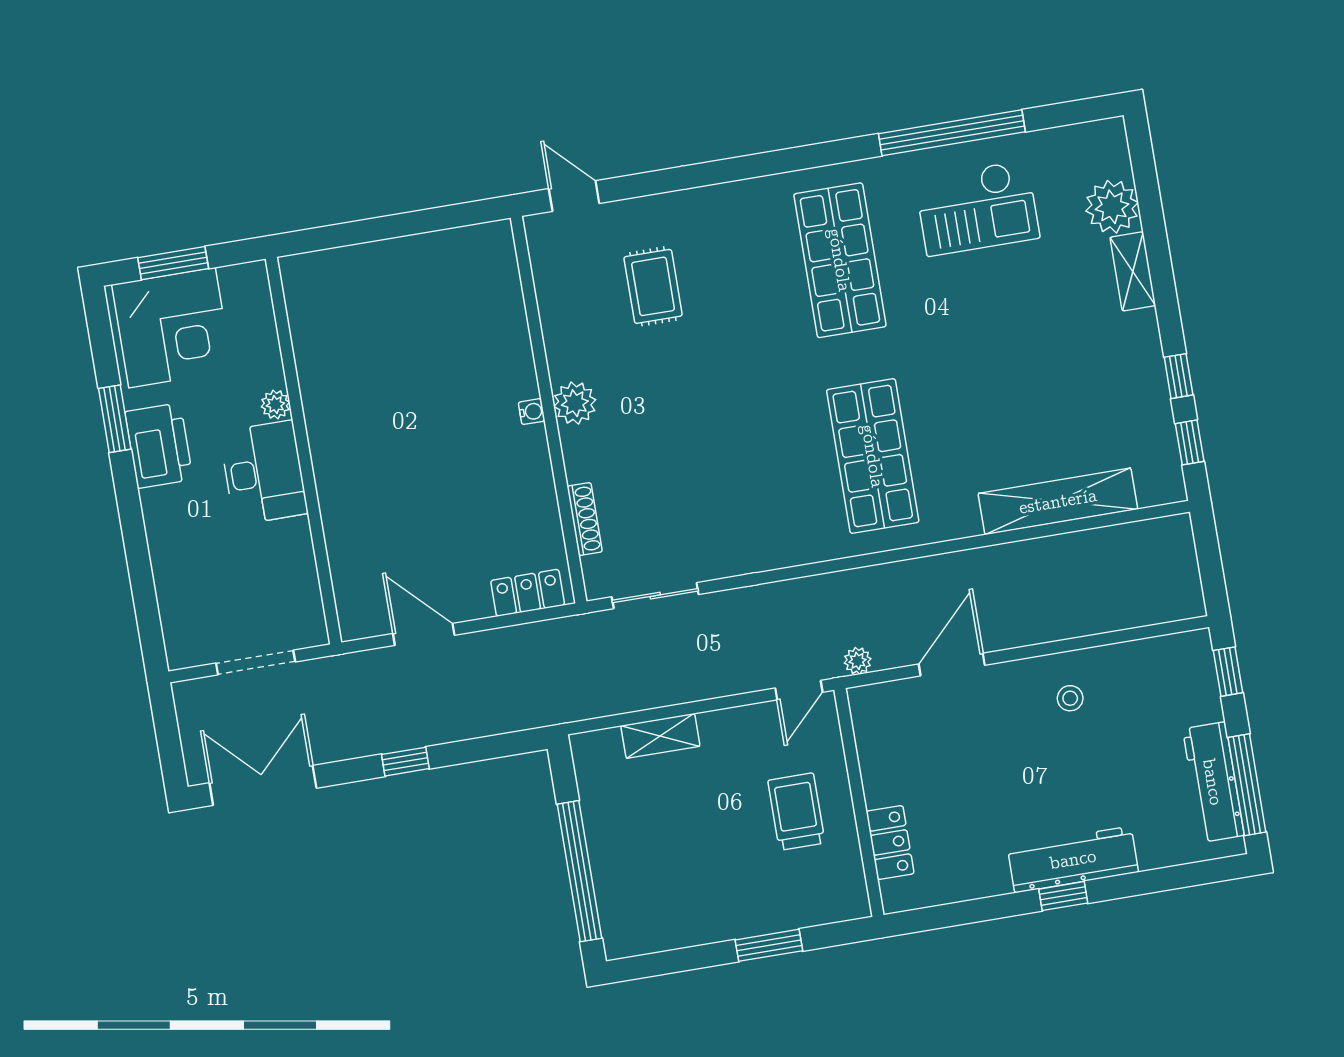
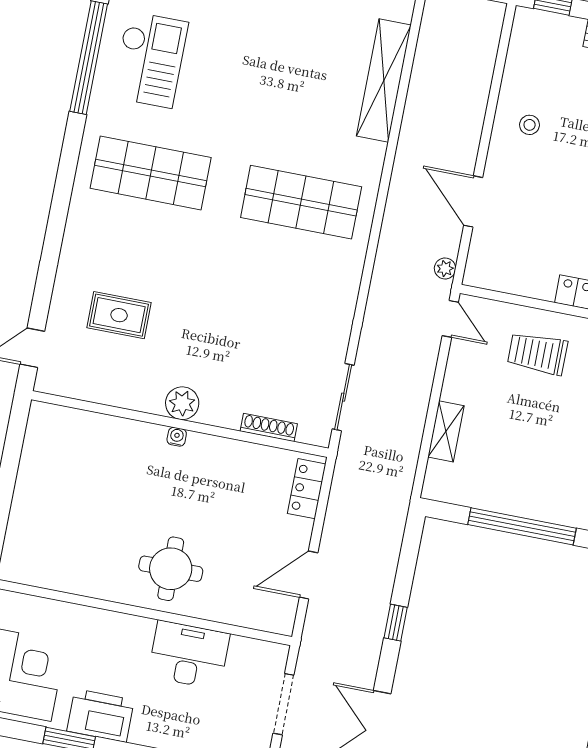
plant: (275, 405) -> (102, 620), removed
round table: (369, 464) -> (171, 569), added
desk: (264, 473) -> (189, 655), moved

